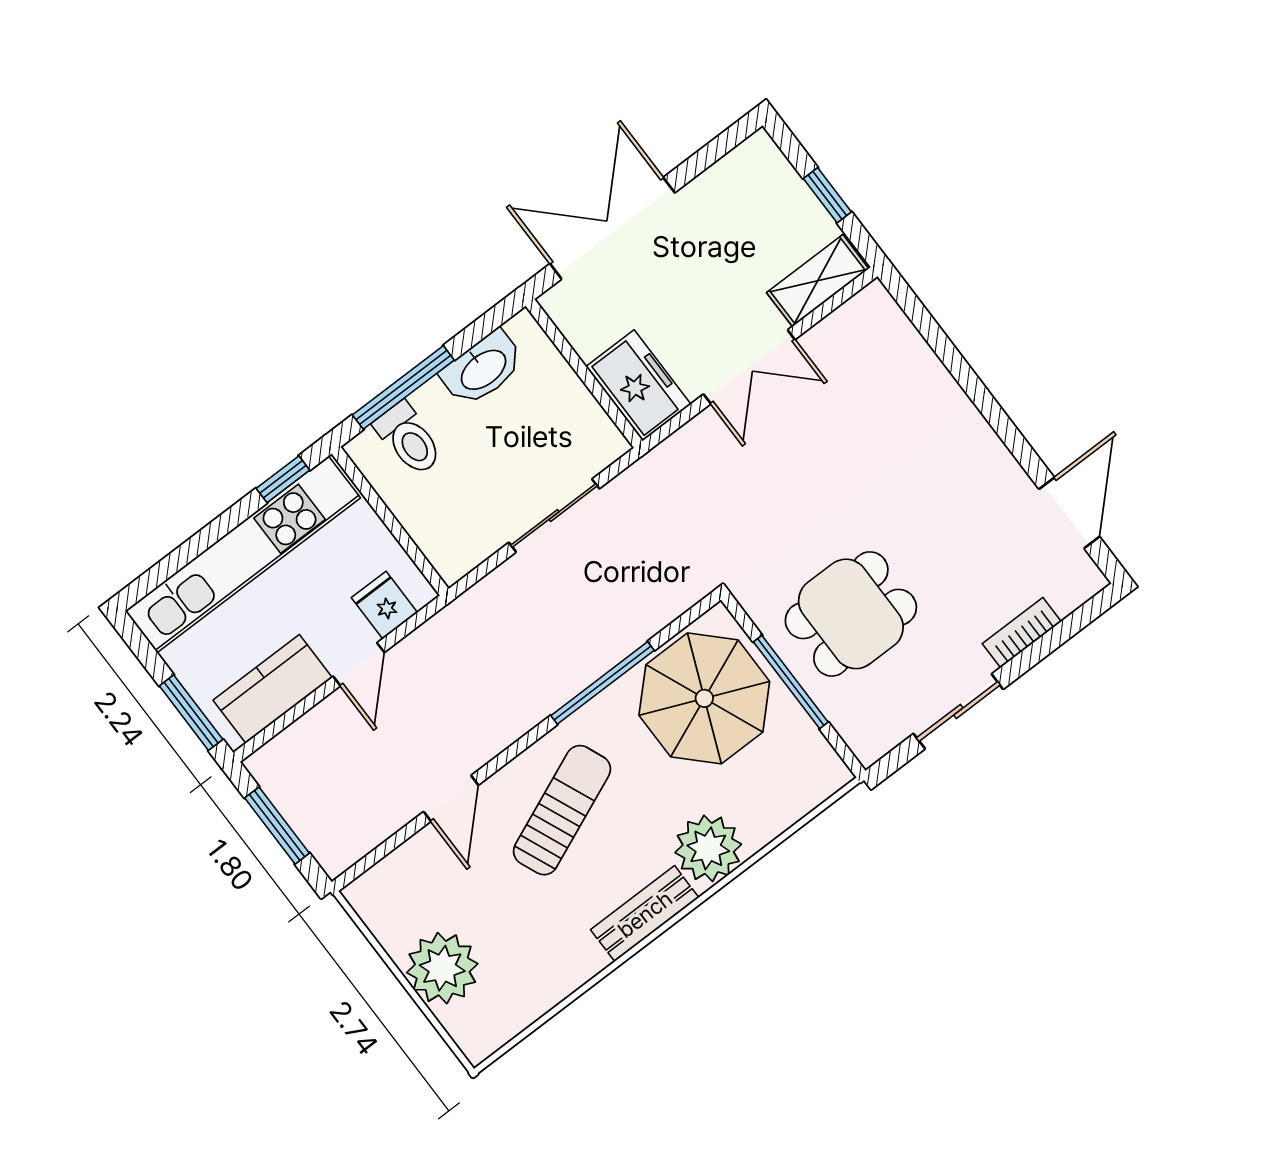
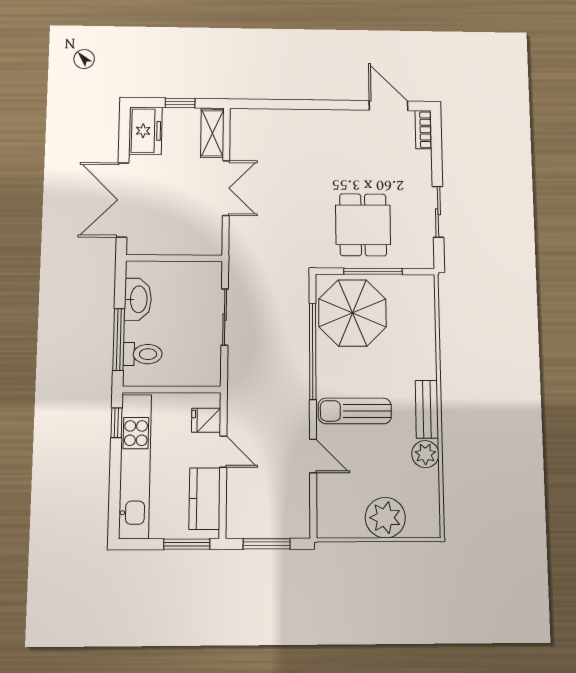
freezer: (638, 385) -> (145, 131), moved, turned 90
bookcase: (1022, 633) -> (423, 130), moved
window: (602, 683) -> (313, 351), width x1.46
sun lounger: (562, 810) -> (355, 411), turned -67
plant: (708, 848) -> (425, 454), moved, width x0.73, depth x0.73

